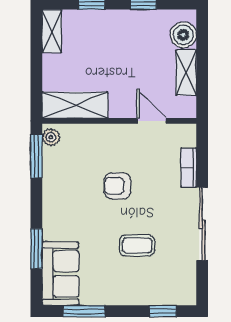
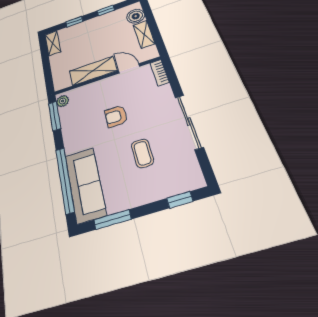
shelving: (75, 105) -> (93, 71), moved
bookcase: (189, 168) -> (160, 73), moved
coffee table: (137, 245) -> (142, 153), turned 90
window: (36, 249) -> (65, 180), width x2.11
sofa: (60, 274) -> (85, 185), width x1.36

